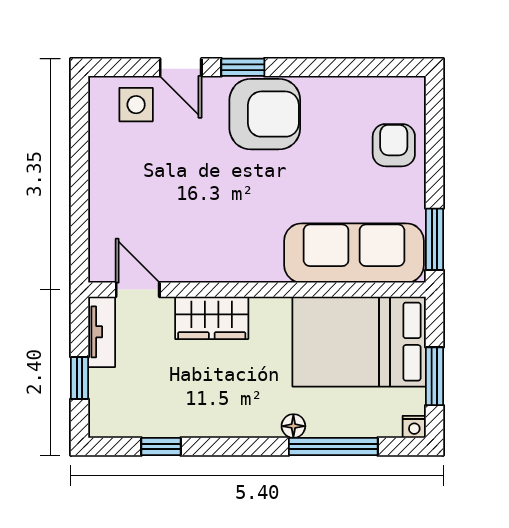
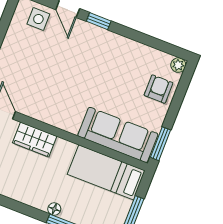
plant: (412, 90) -> (178, 65), added
armchair: (265, 114) -> (100, 49), removed
bed: (359, 342) -> (106, 172), width x0.67

